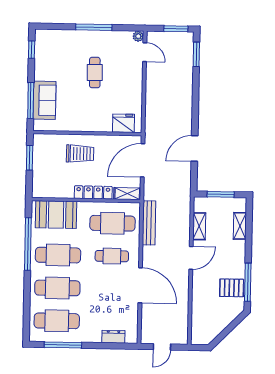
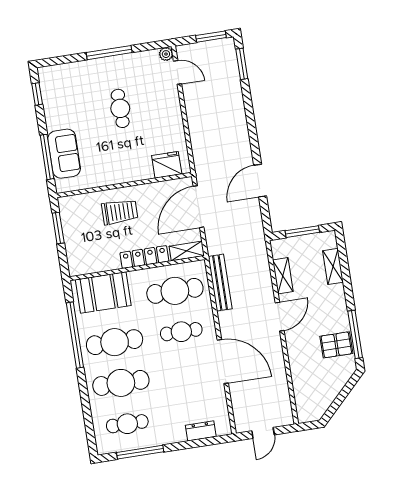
cafe table: (57, 321) -> (127, 424), width x0.73, depth x0.74

